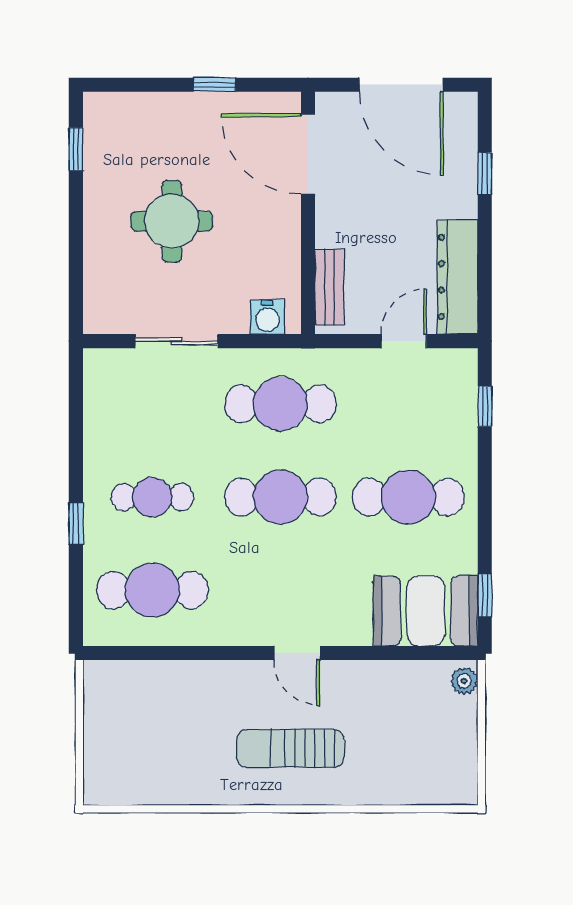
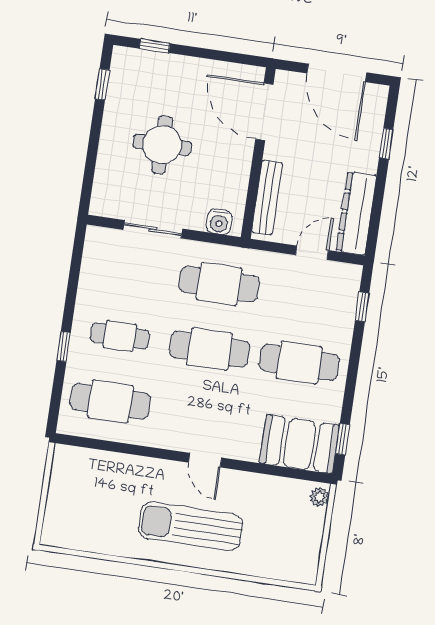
window: (215, 85) -> (155, 46), moved
bench: (329, 287) -> (267, 198), width x1.36
sun lounger: (290, 748) -> (190, 526), width x1.36, depth x1.34

